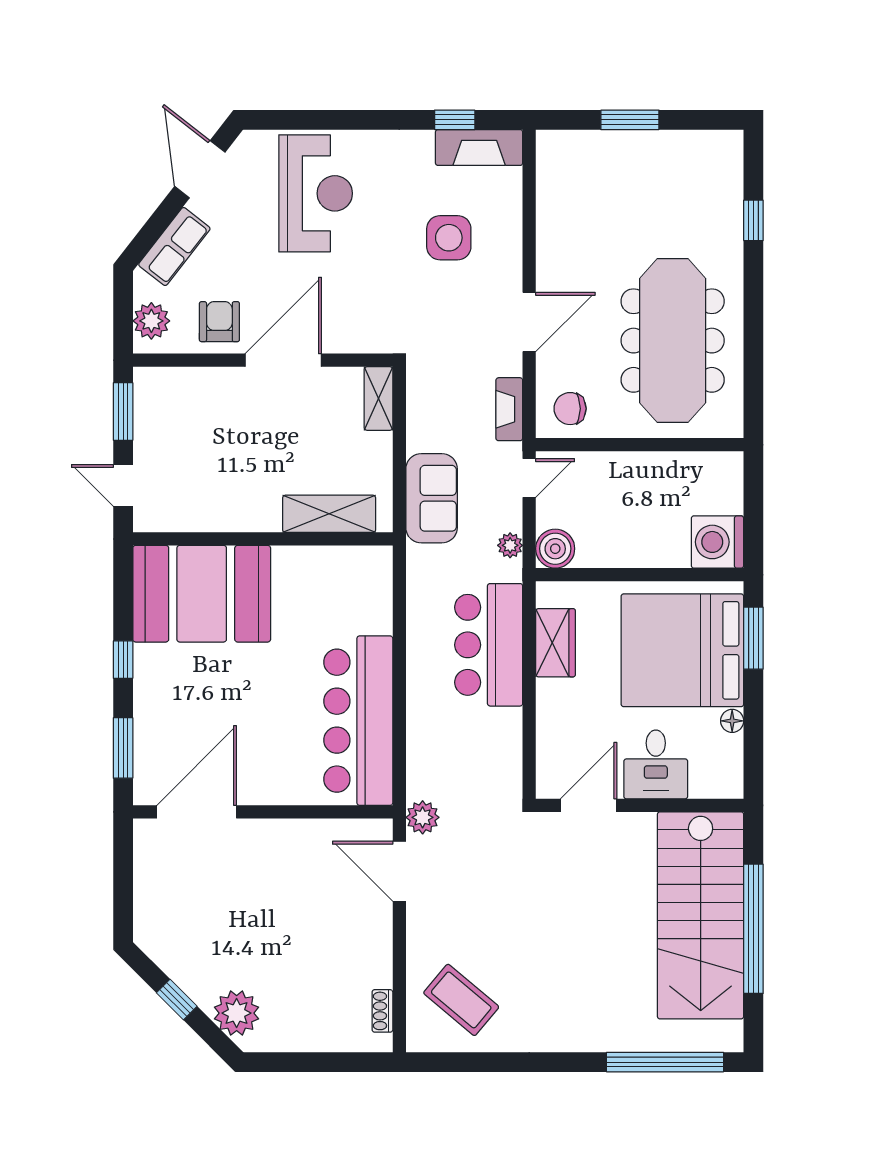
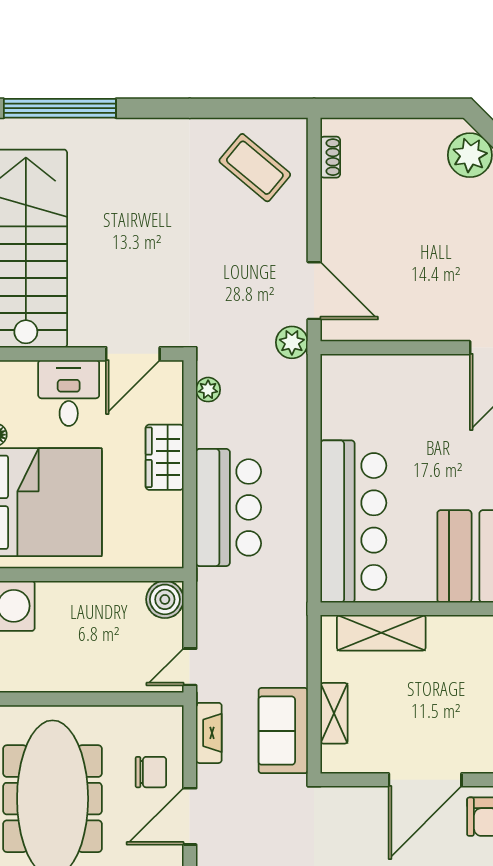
shelving: (378, 398) -> (334, 713), moved
chair: (570, 409) -> (151, 772), moved
sofa: (432, 498) -> (283, 731), moved
plant: (510, 545) -> (208, 390), moved
wardrobe: (556, 643) -> (165, 457), moved
bar counter: (358, 721) -> (353, 521), moved

